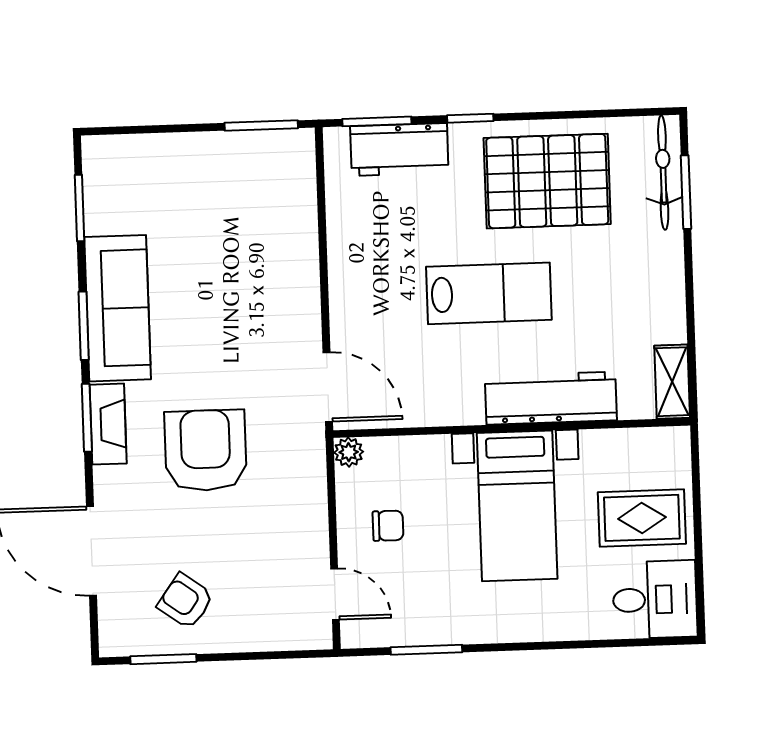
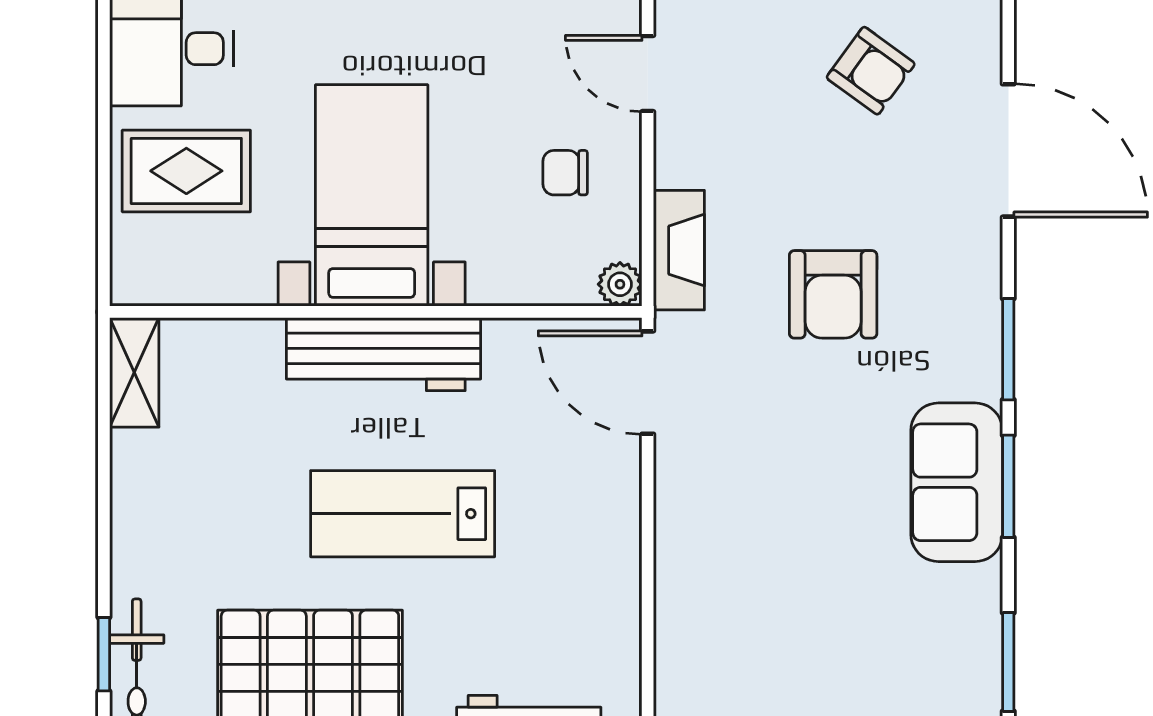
window: (686, 192) -> (104, 654), width x0.67
sofa: (118, 308) -> (957, 482), width x0.73
workbench: (551, 398) -> (383, 354), moved
fireplace: (108, 424) -> (679, 250), moved, turned 180
armchair: (205, 450) -> (833, 294), width x0.73, depth x0.73

